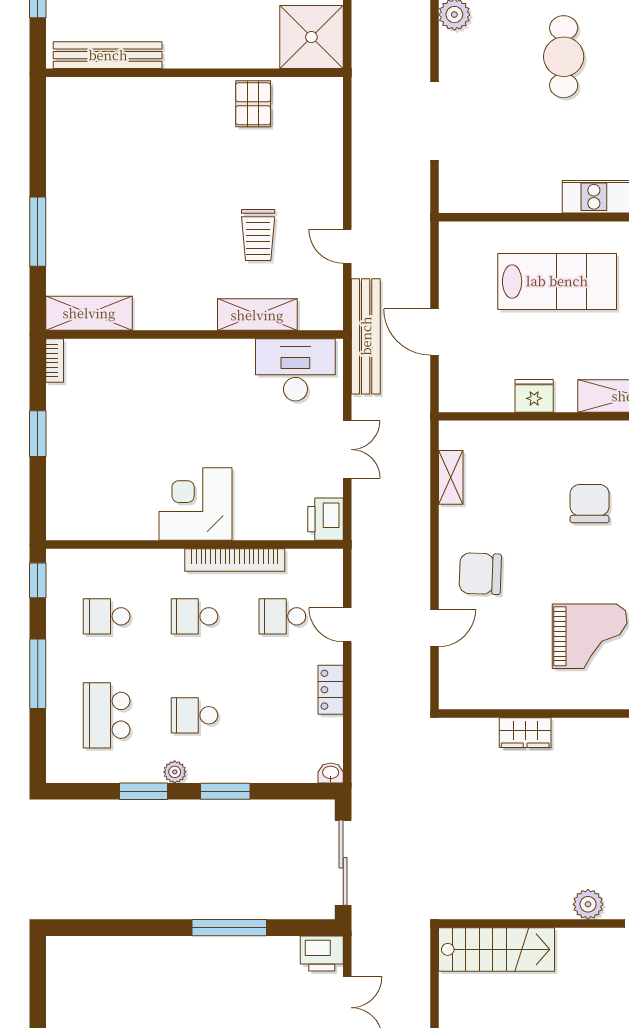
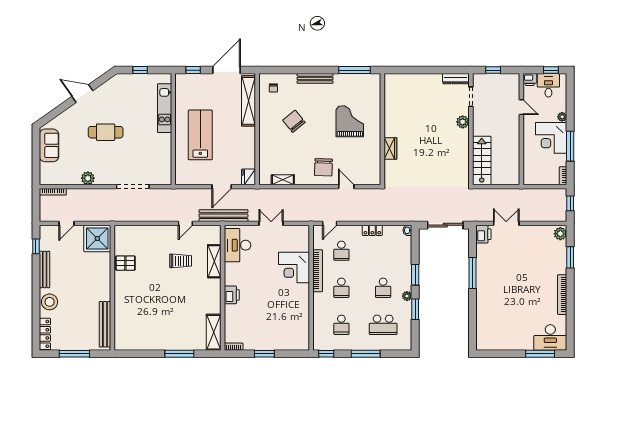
fridge: (534, 396) -> (248, 177), moved
corner desk: (195, 504) -> (294, 268), moved
chair: (590, 504) -> (294, 121), turned 51
printer: (325, 519) -> (232, 295), moved, turned -90
door: (347, 625) -> (330, 223), moved

